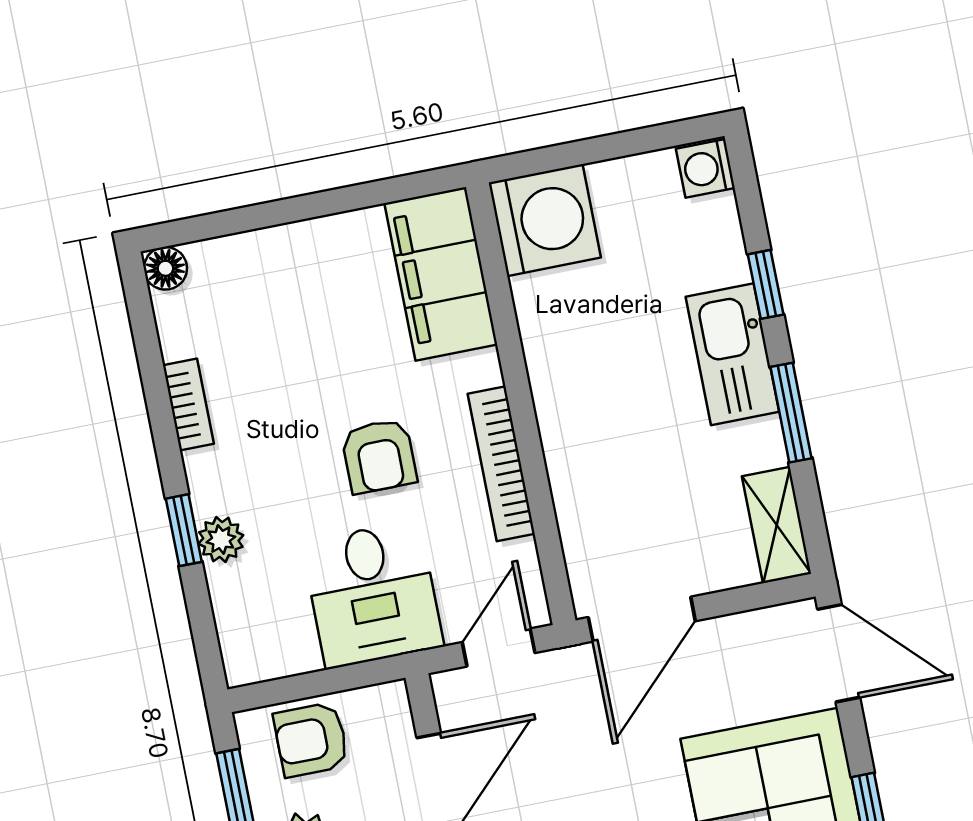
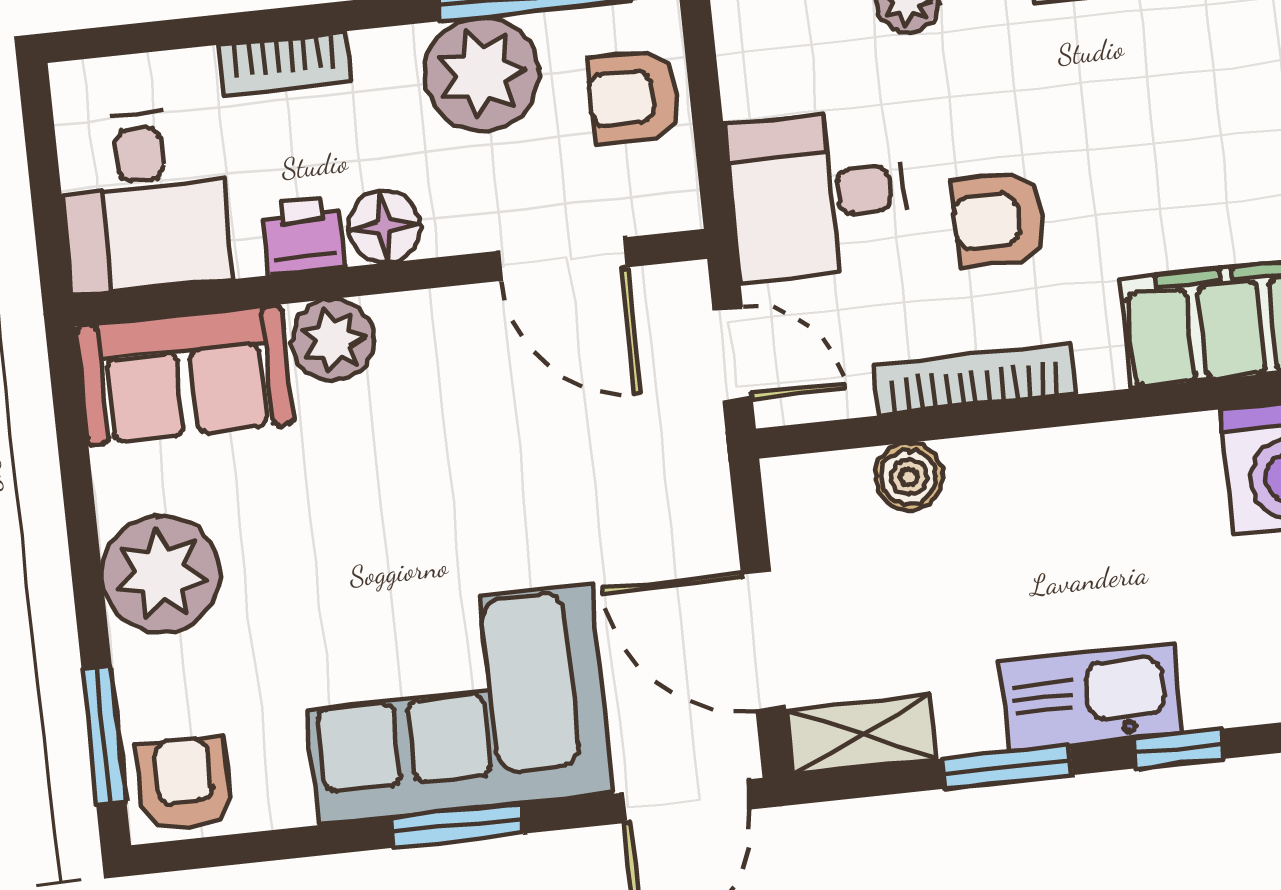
boiler: (579, 506) -> (909, 477), added
door: (642, 619) -> (763, 640), moved
armchair: (311, 740) -> (634, 97), turned -90

